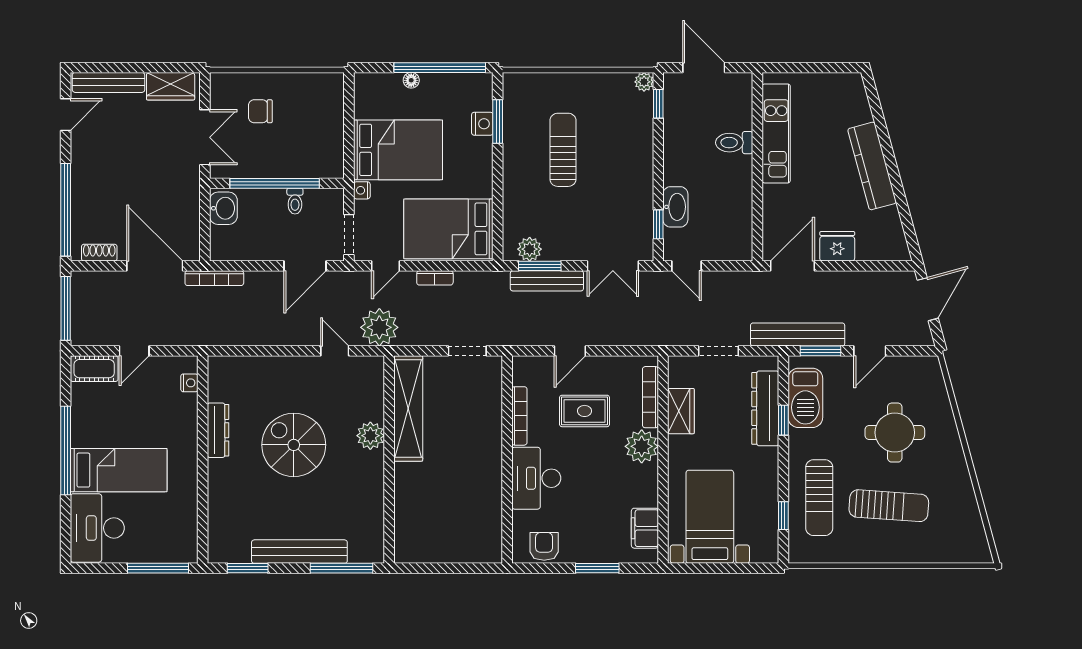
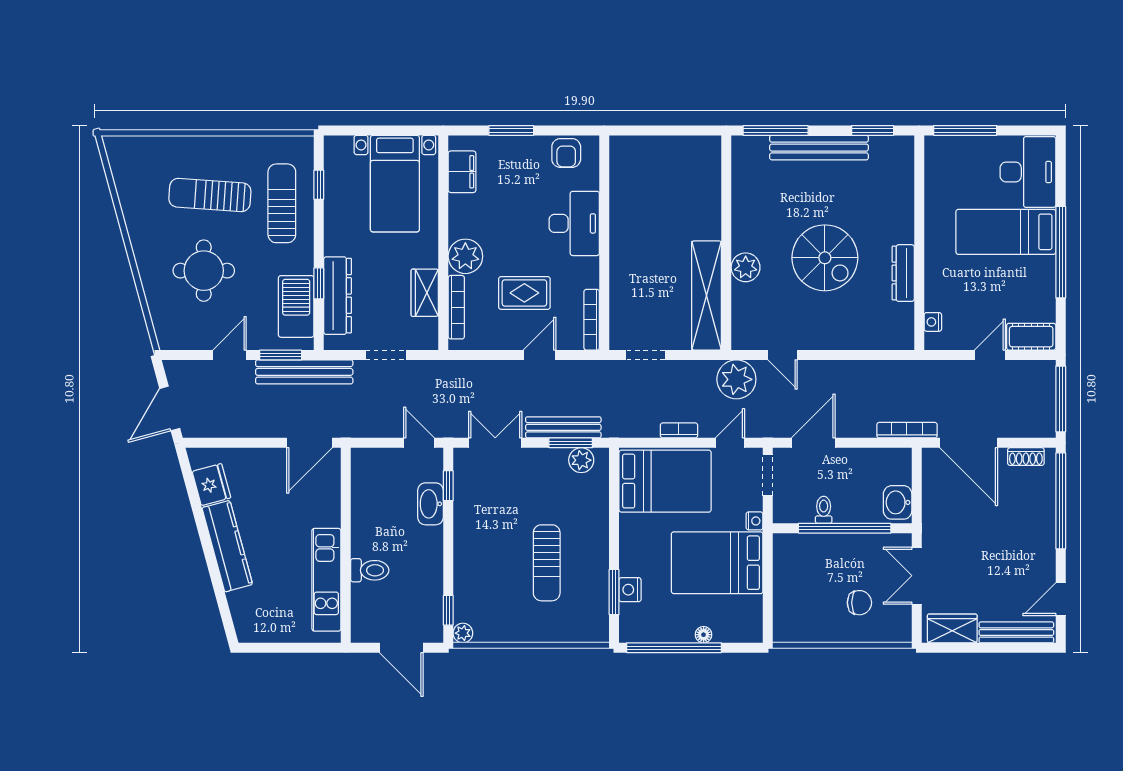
fridge: (837, 246) -> (211, 485), moved, turned -105
bookcase: (519, 416) -> (592, 320), moved

